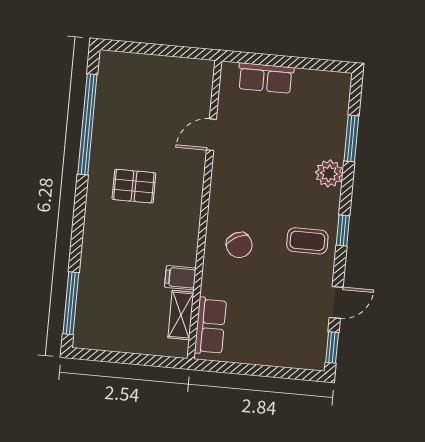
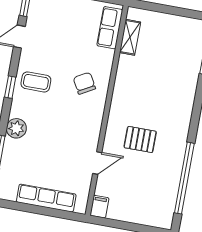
row of seats: (266, 78) -> (46, 198), width x1.48
pallet: (134, 186) -> (140, 139), moved
filing cabinet: (180, 278) -> (100, 207), moved, turned -90

